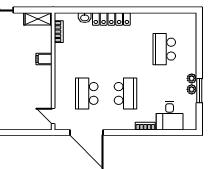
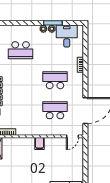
filing cabinet: (44, 59) -> (40, 144), moved
school desk: (87, 93) -> (55, 110), turned 180
desk: (170, 116) -> (67, 36), moved, turned -90

